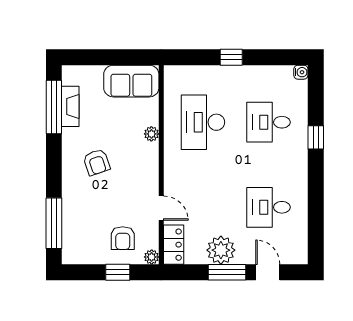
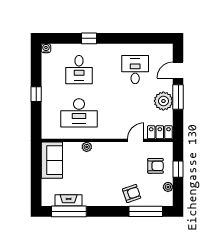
armchair: (97, 162) -> (132, 194), moved
desk: (269, 207) -> (135, 70), turned 180
plant: (152, 257) -> (168, 187), moved

